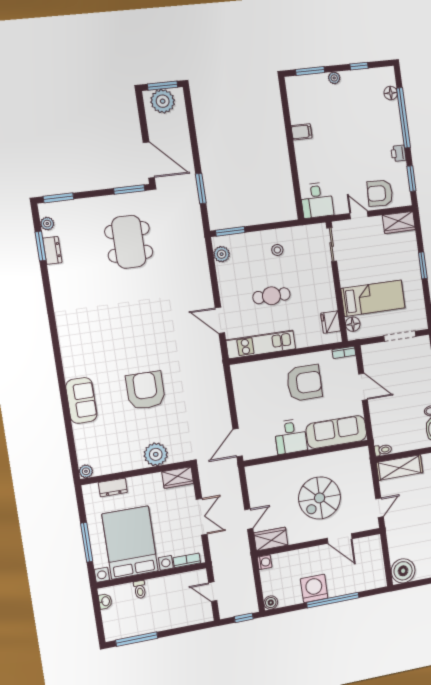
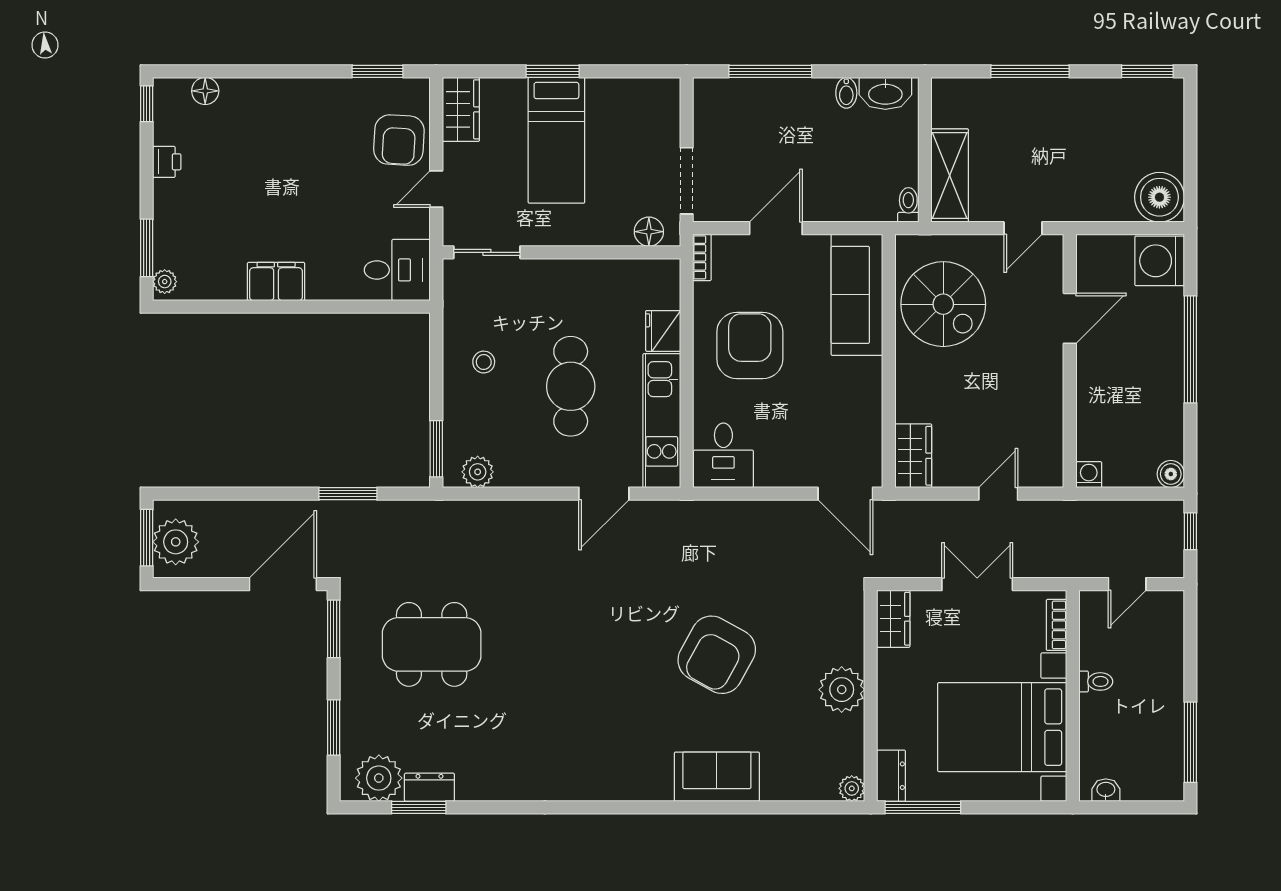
window: (359, 66) -> (147, 104), moved
plant: (334, 78) -> (165, 282), moved
window: (403, 118) -> (256, 71), removed
filing cabinet: (302, 132) -> (276, 281), width x2.00
printer: (398, 153) -> (167, 162), moved, turned -90
window: (58, 198) -> (334, 727), moved
plant: (47, 224) -> (379, 778), width x1.87, depth x1.87
cafe table: (271, 296) -> (571, 386), width x1.37, depth x1.35
bed: (373, 298) -> (556, 140), moved, turned 180
fridge: (331, 322) -> (663, 331), moved, turned 90
doorway: (400, 336) -> (687, 181), moved
armchair: (146, 390) -> (717, 655), turned -61
desk: (291, 436) -> (723, 455), moved, turned 90
plant: (156, 454) -> (842, 690), moved
dresser: (113, 487) -> (891, 776), moved
spiral stairs: (320, 498) -> (943, 304), moved
door: (380, 508) -> (1023, 228), swing flipped
door: (249, 519) -> (998, 494), hinge flipped
wardrobe: (271, 539) -> (913, 456), moved, turned 180
window: (87, 542) -> (923, 807), moved
washing machine: (314, 588) -> (1160, 261), moved
toilet: (140, 589) -> (1096, 681), moved

